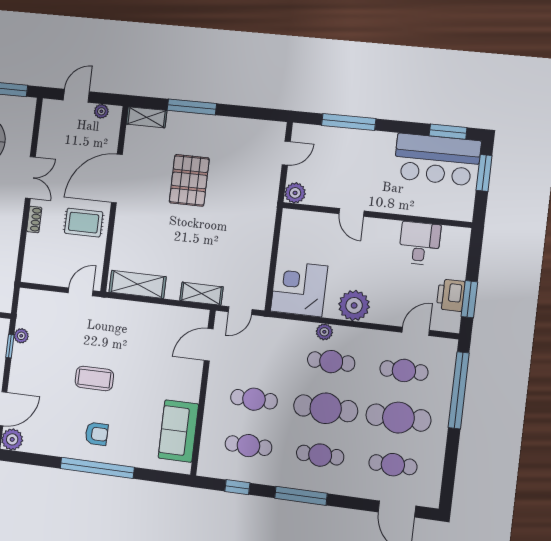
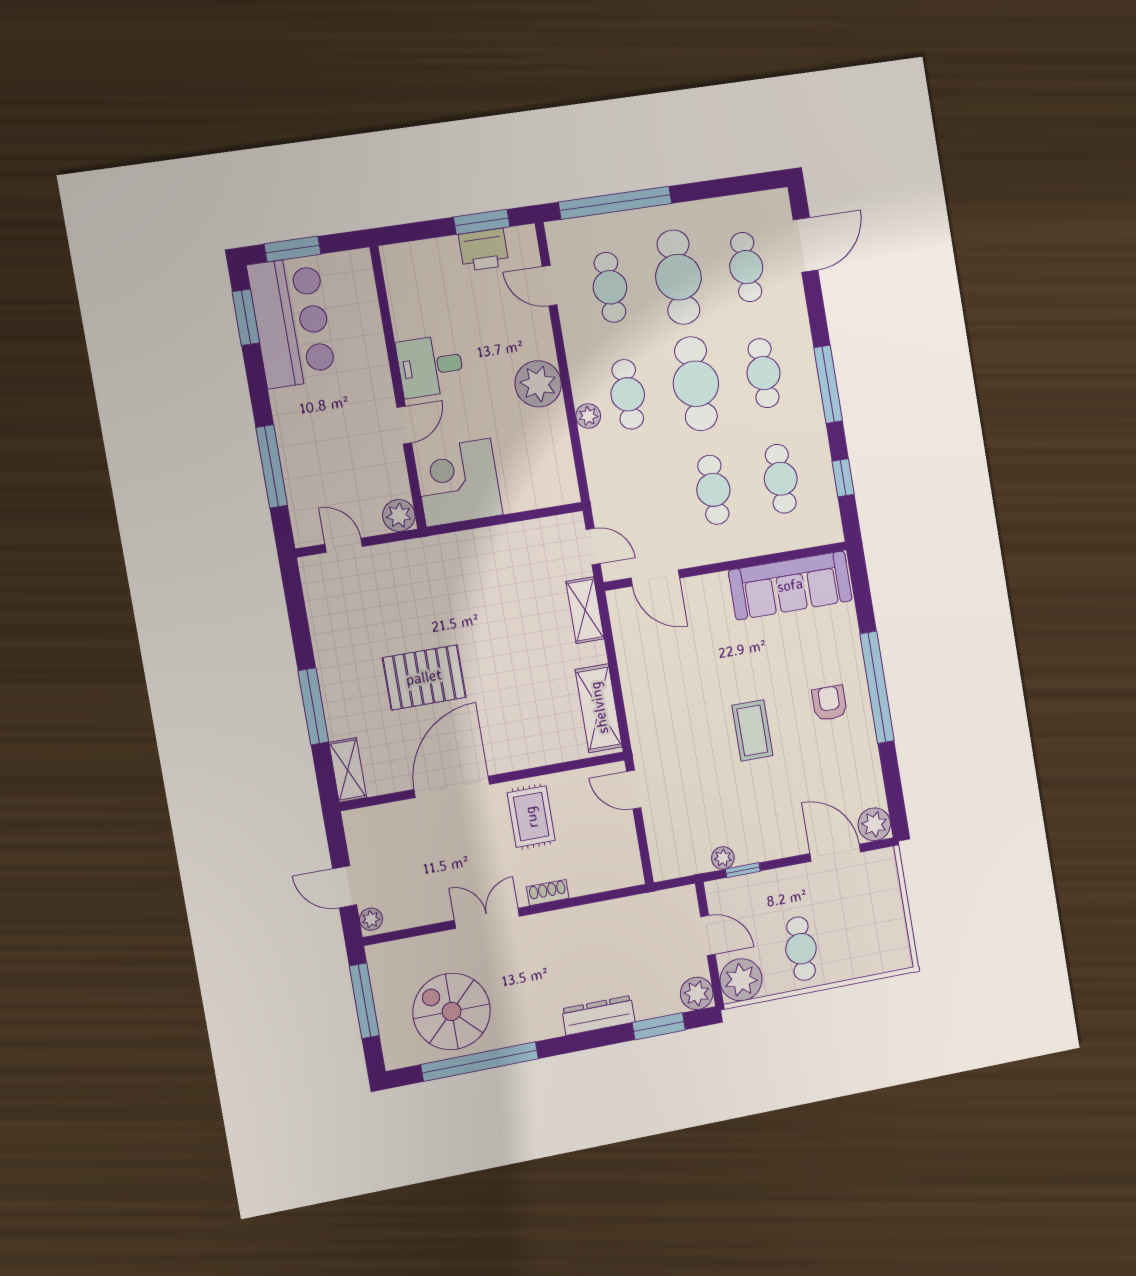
plant: (101, 111) -> (371, 919), moved
door: (117, 179) -> (452, 787), swing flipped
desk: (420, 243) -> (430, 366), moved
corner desk: (299, 289) -> (458, 483), moved, turned 90
sofa: (178, 431) -> (790, 585), width x1.36

